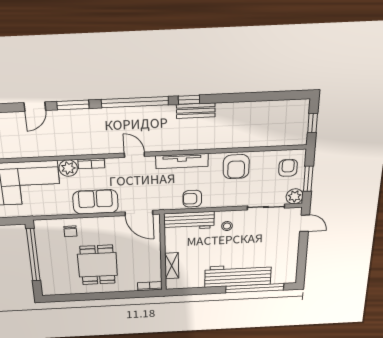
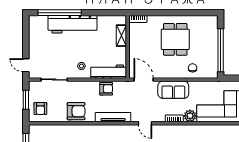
armchair: (236, 167) -> (76, 111), turned 90
plant: (295, 196) -> (34, 87), removed

